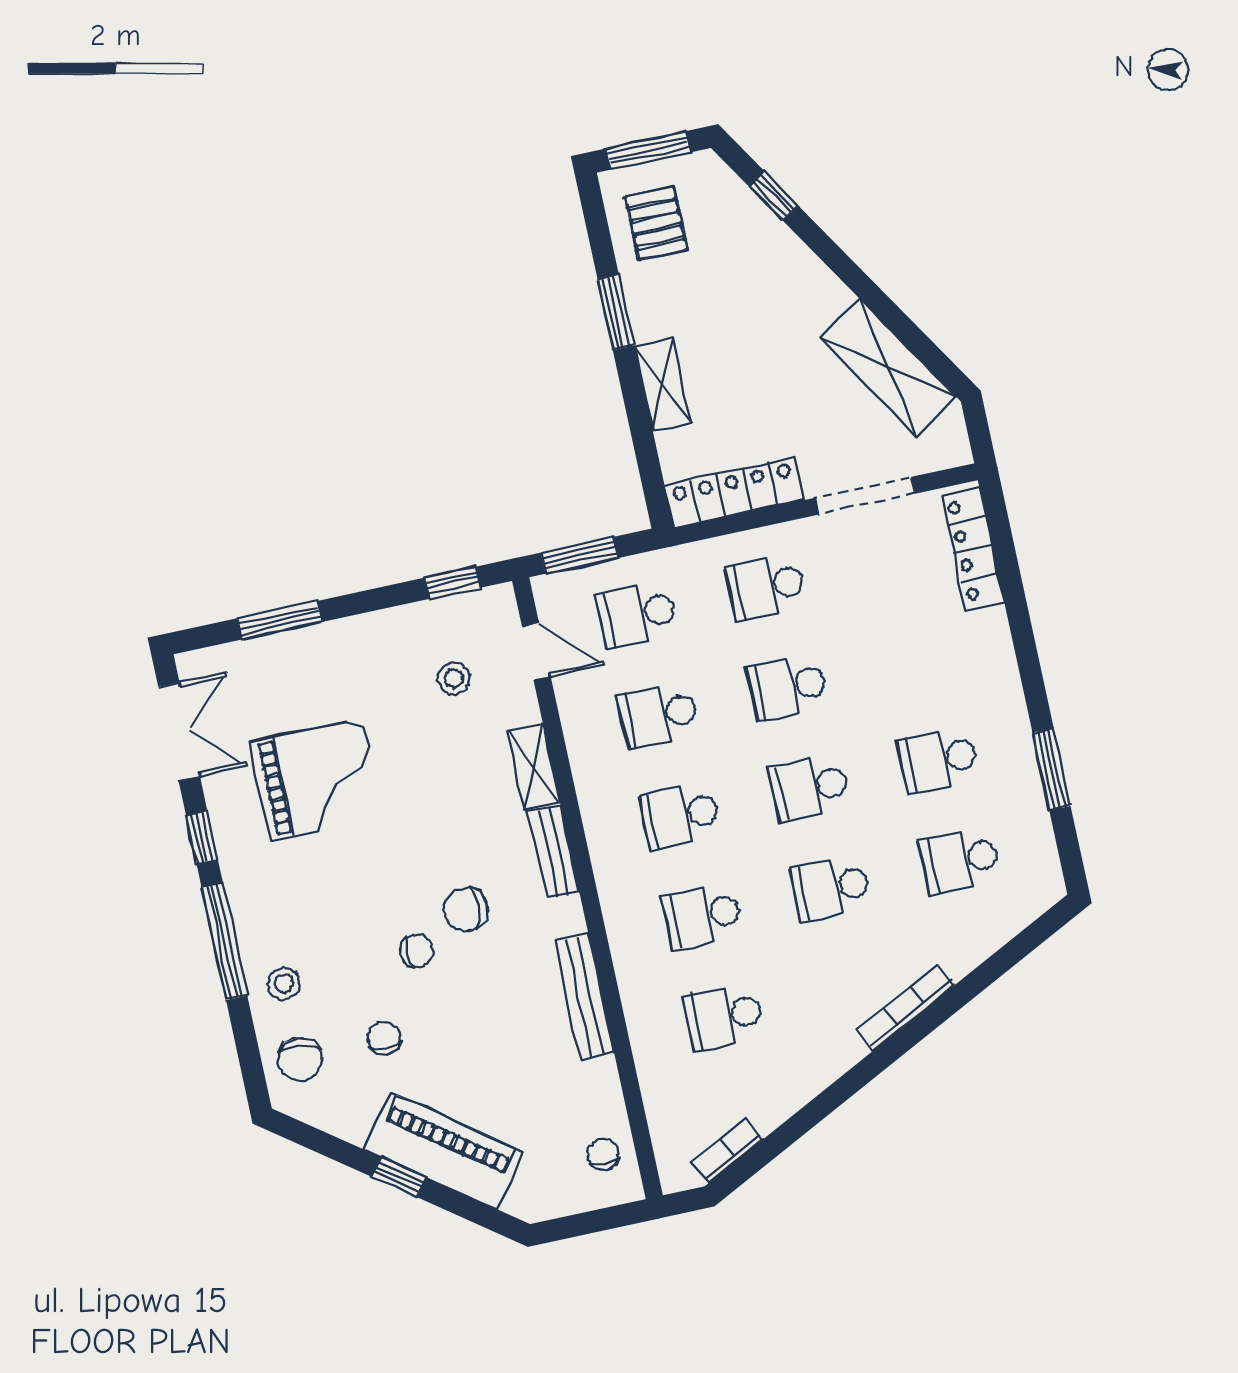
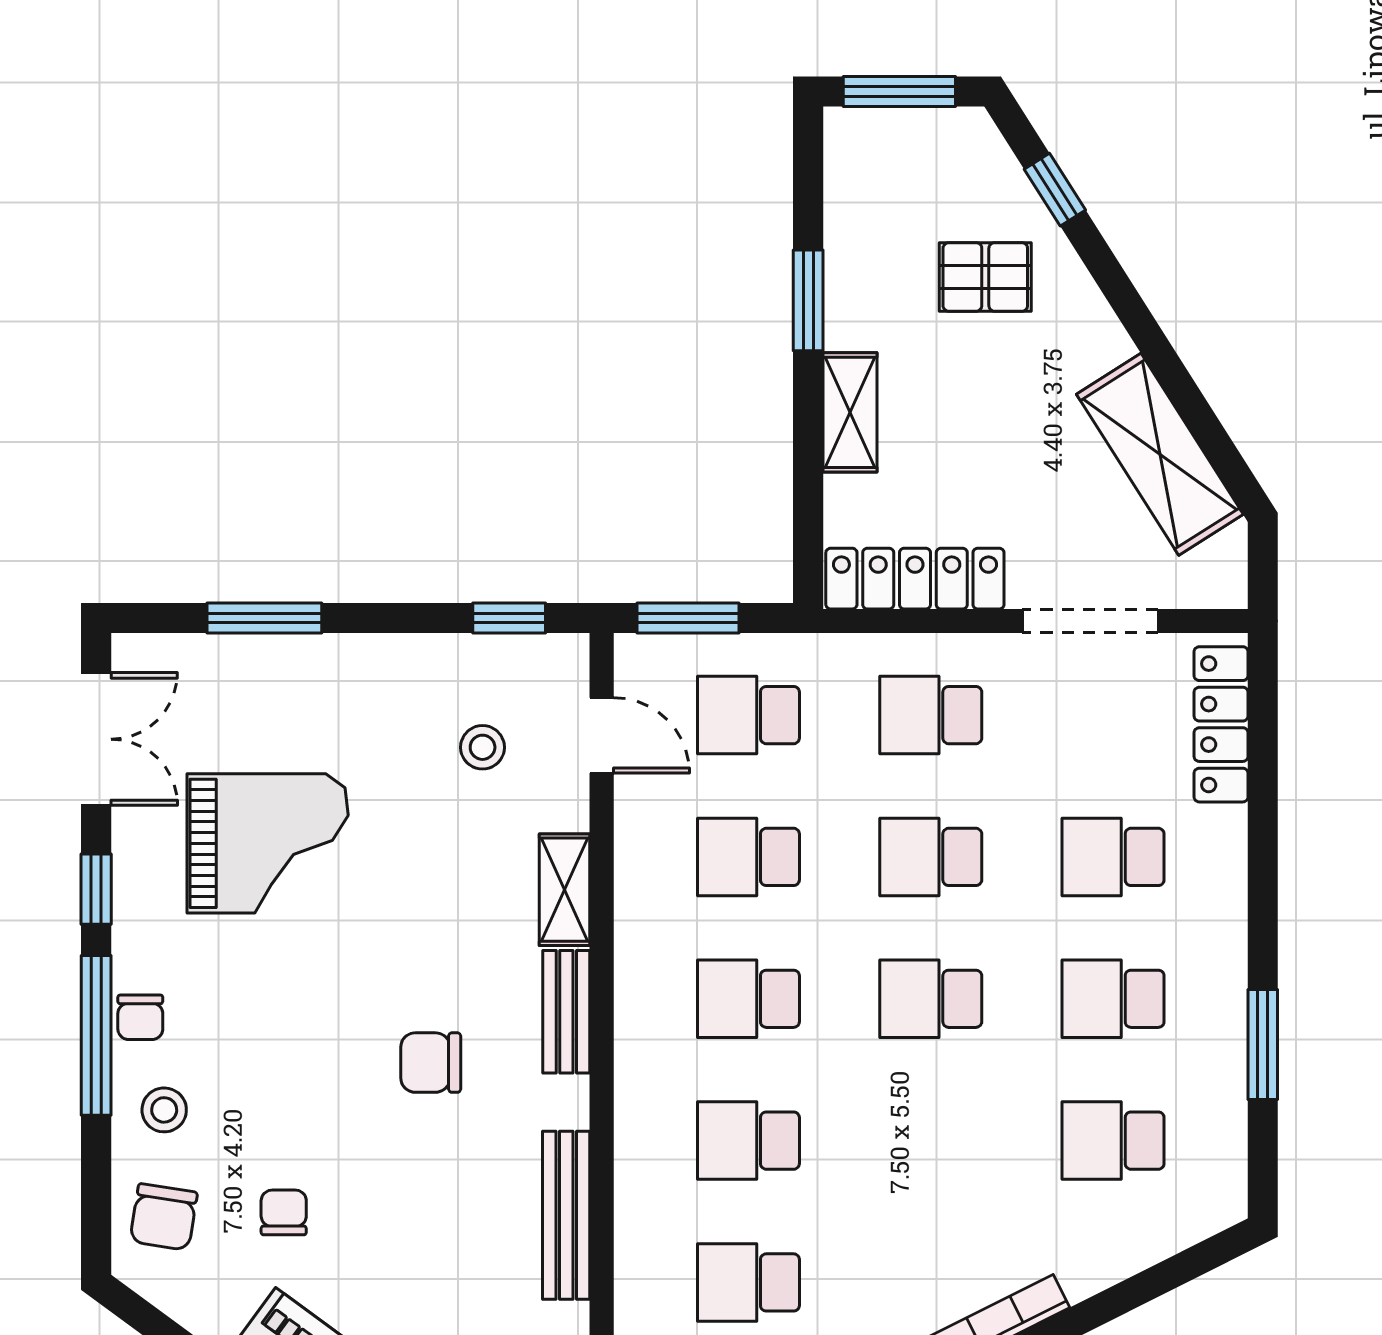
pallet: (656, 223) -> (985, 277), moved, turned 90
school desk: (831, 888) -> (1113, 857), moved
chair: (417, 951) -> (140, 1017), moved, turned 90

